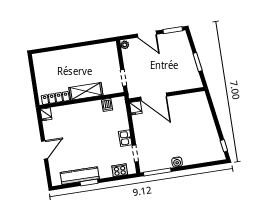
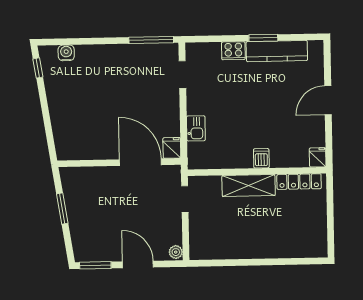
dishwasher: (107, 105) -> (261, 158), moved
kitchen sink: (125, 138) -> (196, 128), moved
water cooler: (177, 162) -> (66, 53), moved
cooker: (120, 170) -> (233, 51), moved

